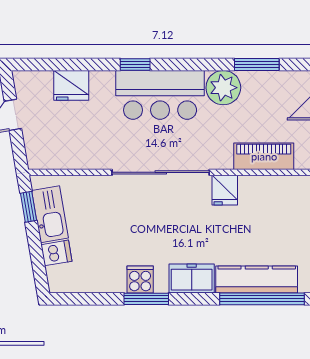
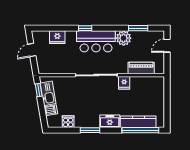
cooker: (140, 279) -> (68, 122), moved

